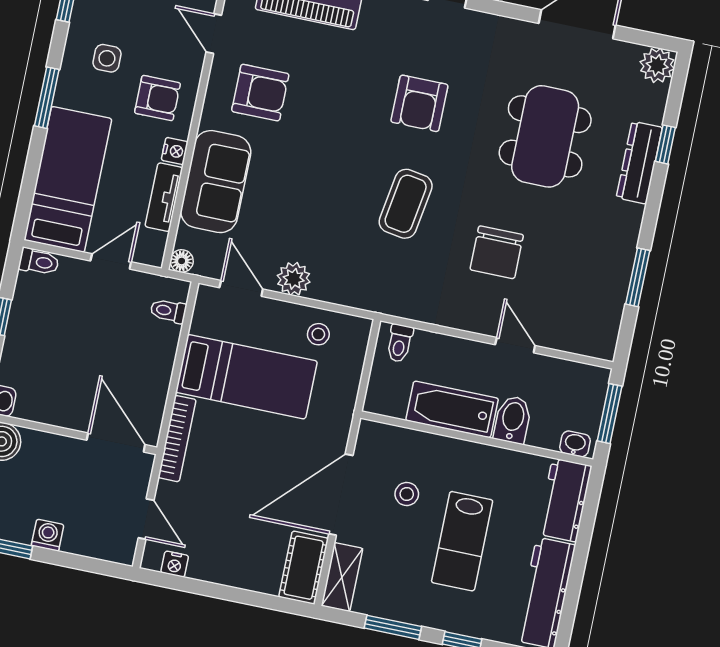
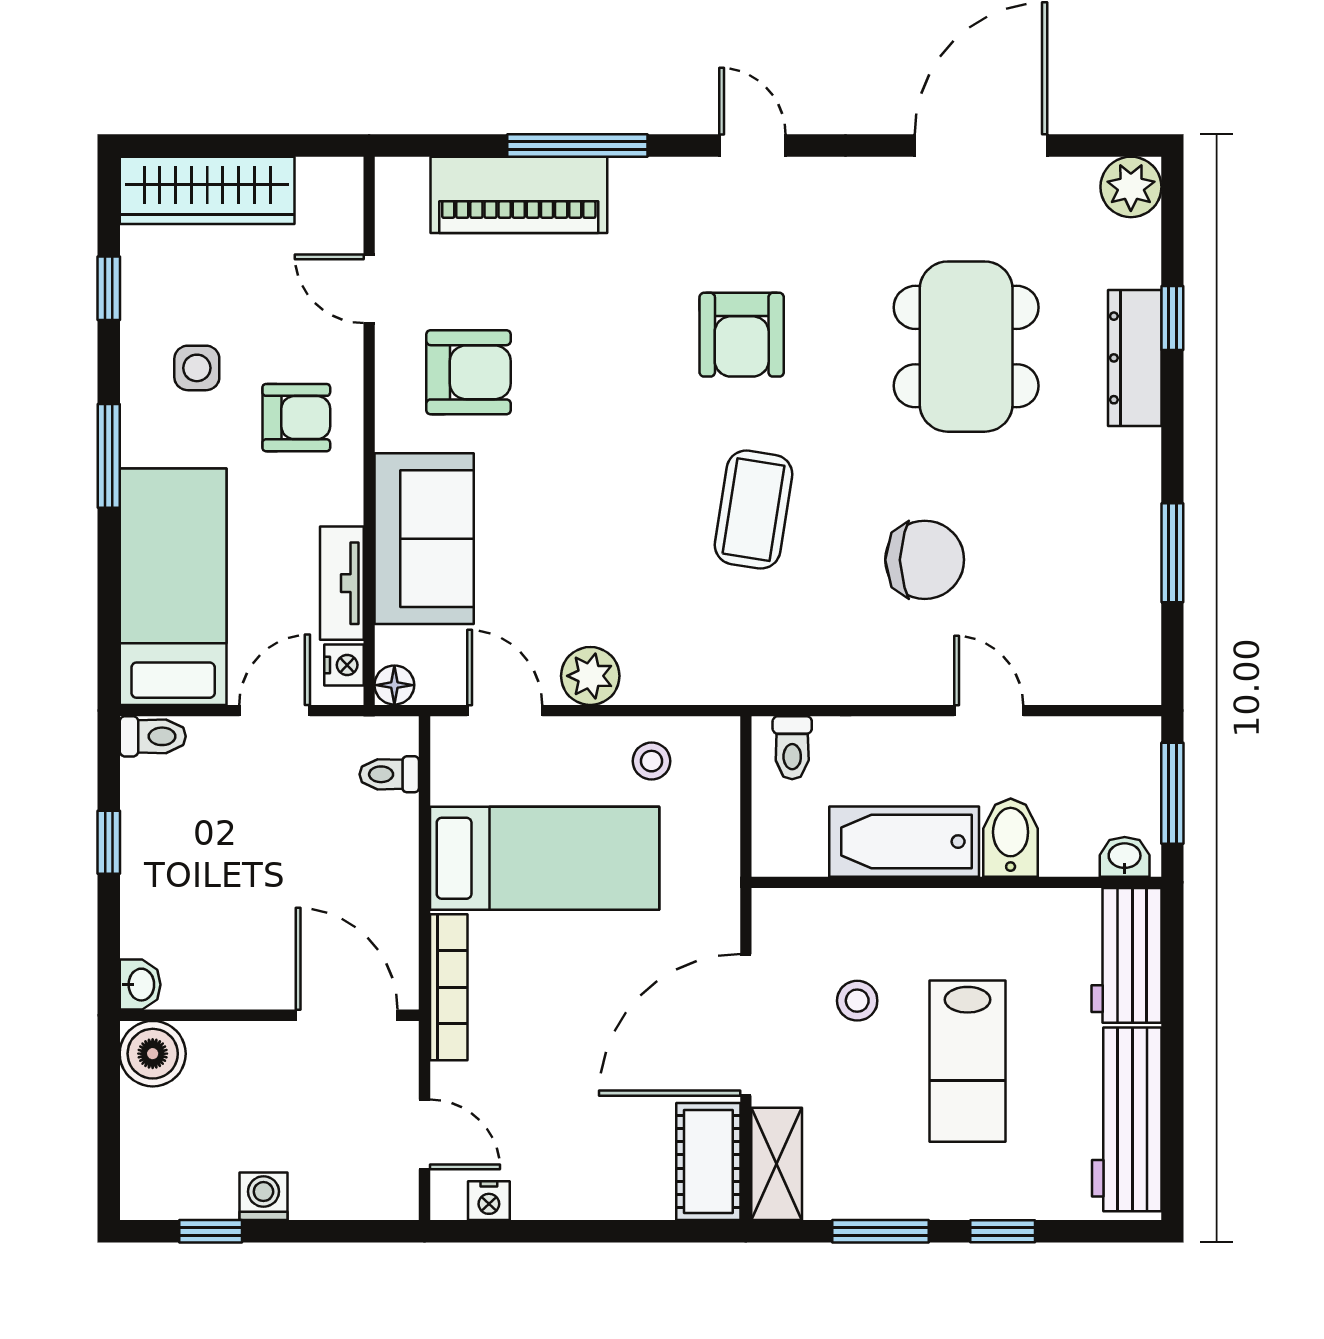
nightstand: (175, 151) -> (344, 665), moved
chair: (497, 252) -> (925, 560), turned -90

